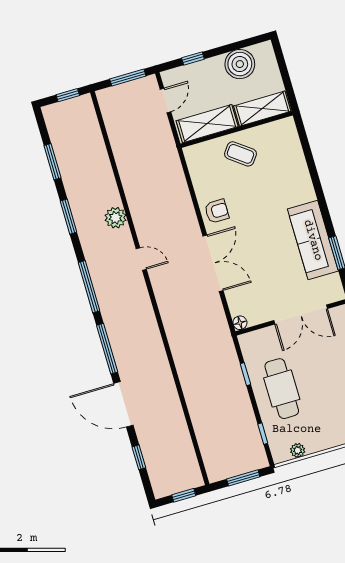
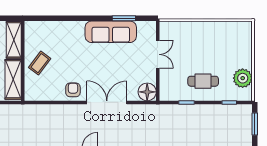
double door: (301, 315) -> (158, 54), width x0.73
floor lamp: (240, 323) -> (147, 92), width x1.89, depth x1.89
cafe table: (282, 389) -> (203, 81), width x0.73, depth x0.74
plant: (298, 450) -> (243, 78), width x1.87, depth x1.87

